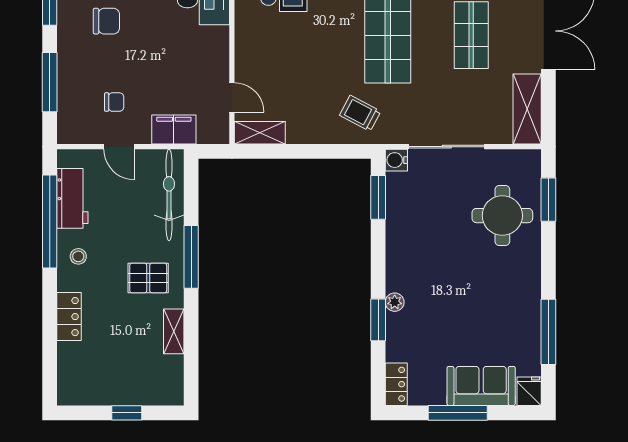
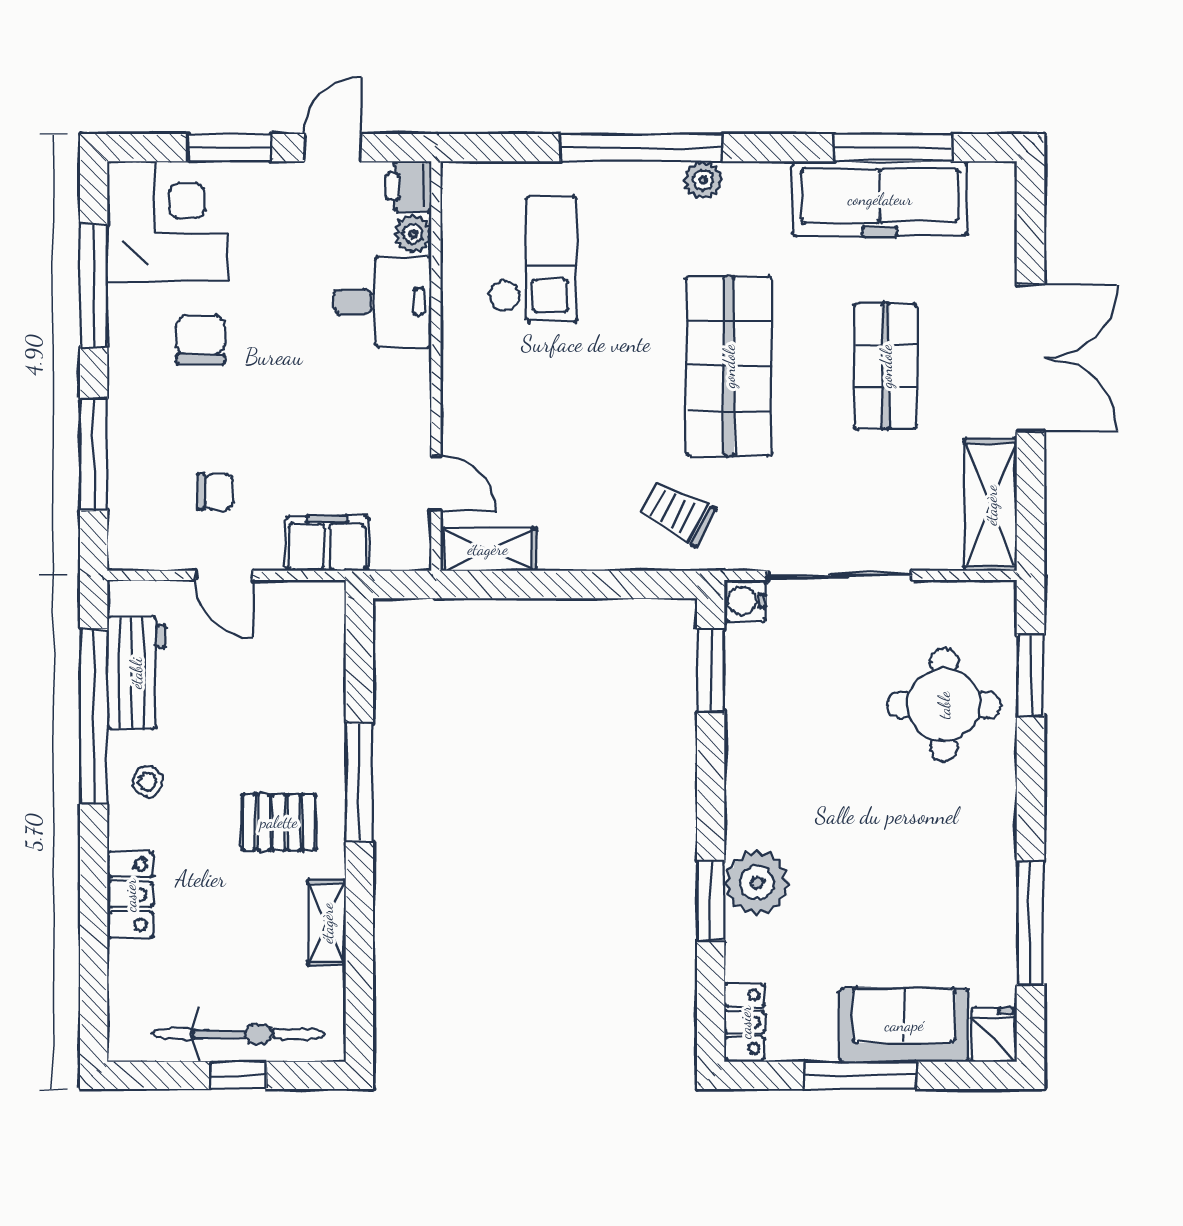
chair: (106, 21) -> (200, 340), turned -90
bicycle: (169, 195) -> (238, 1034), moved, turned 90
plant: (395, 302) -> (757, 883), width x1.87, depth x1.87

